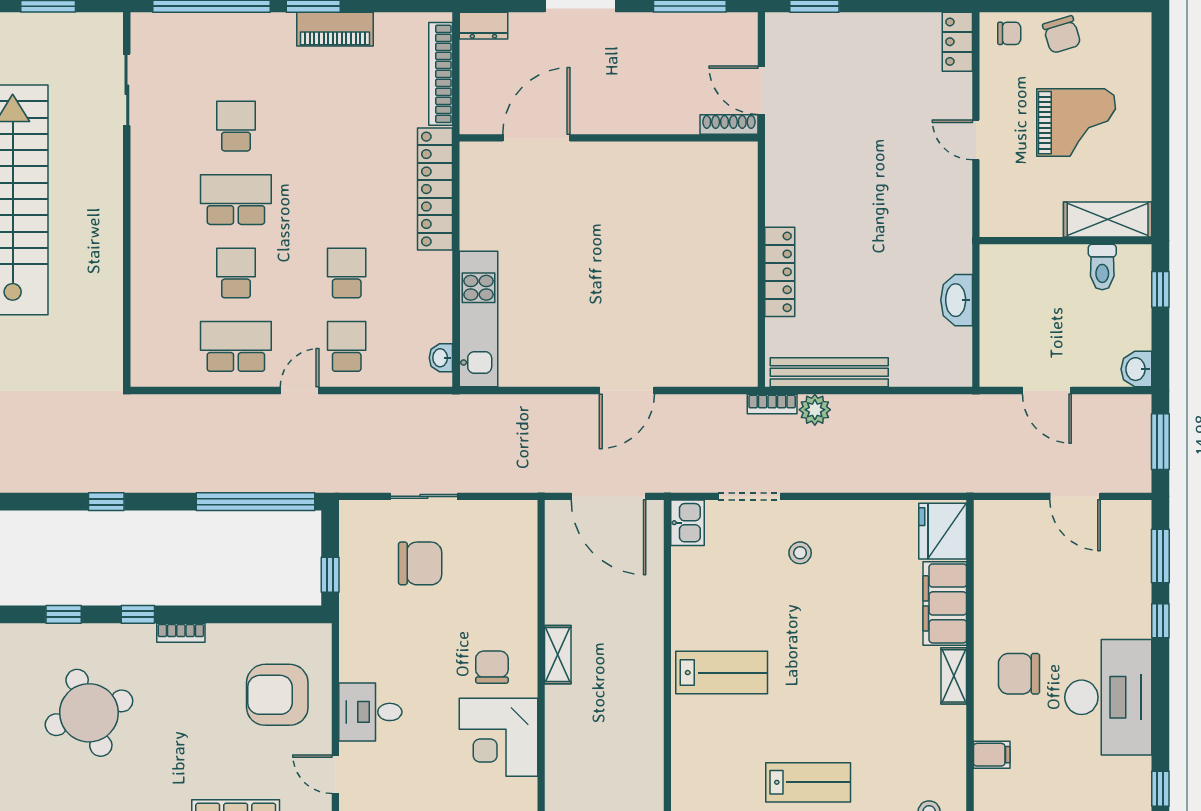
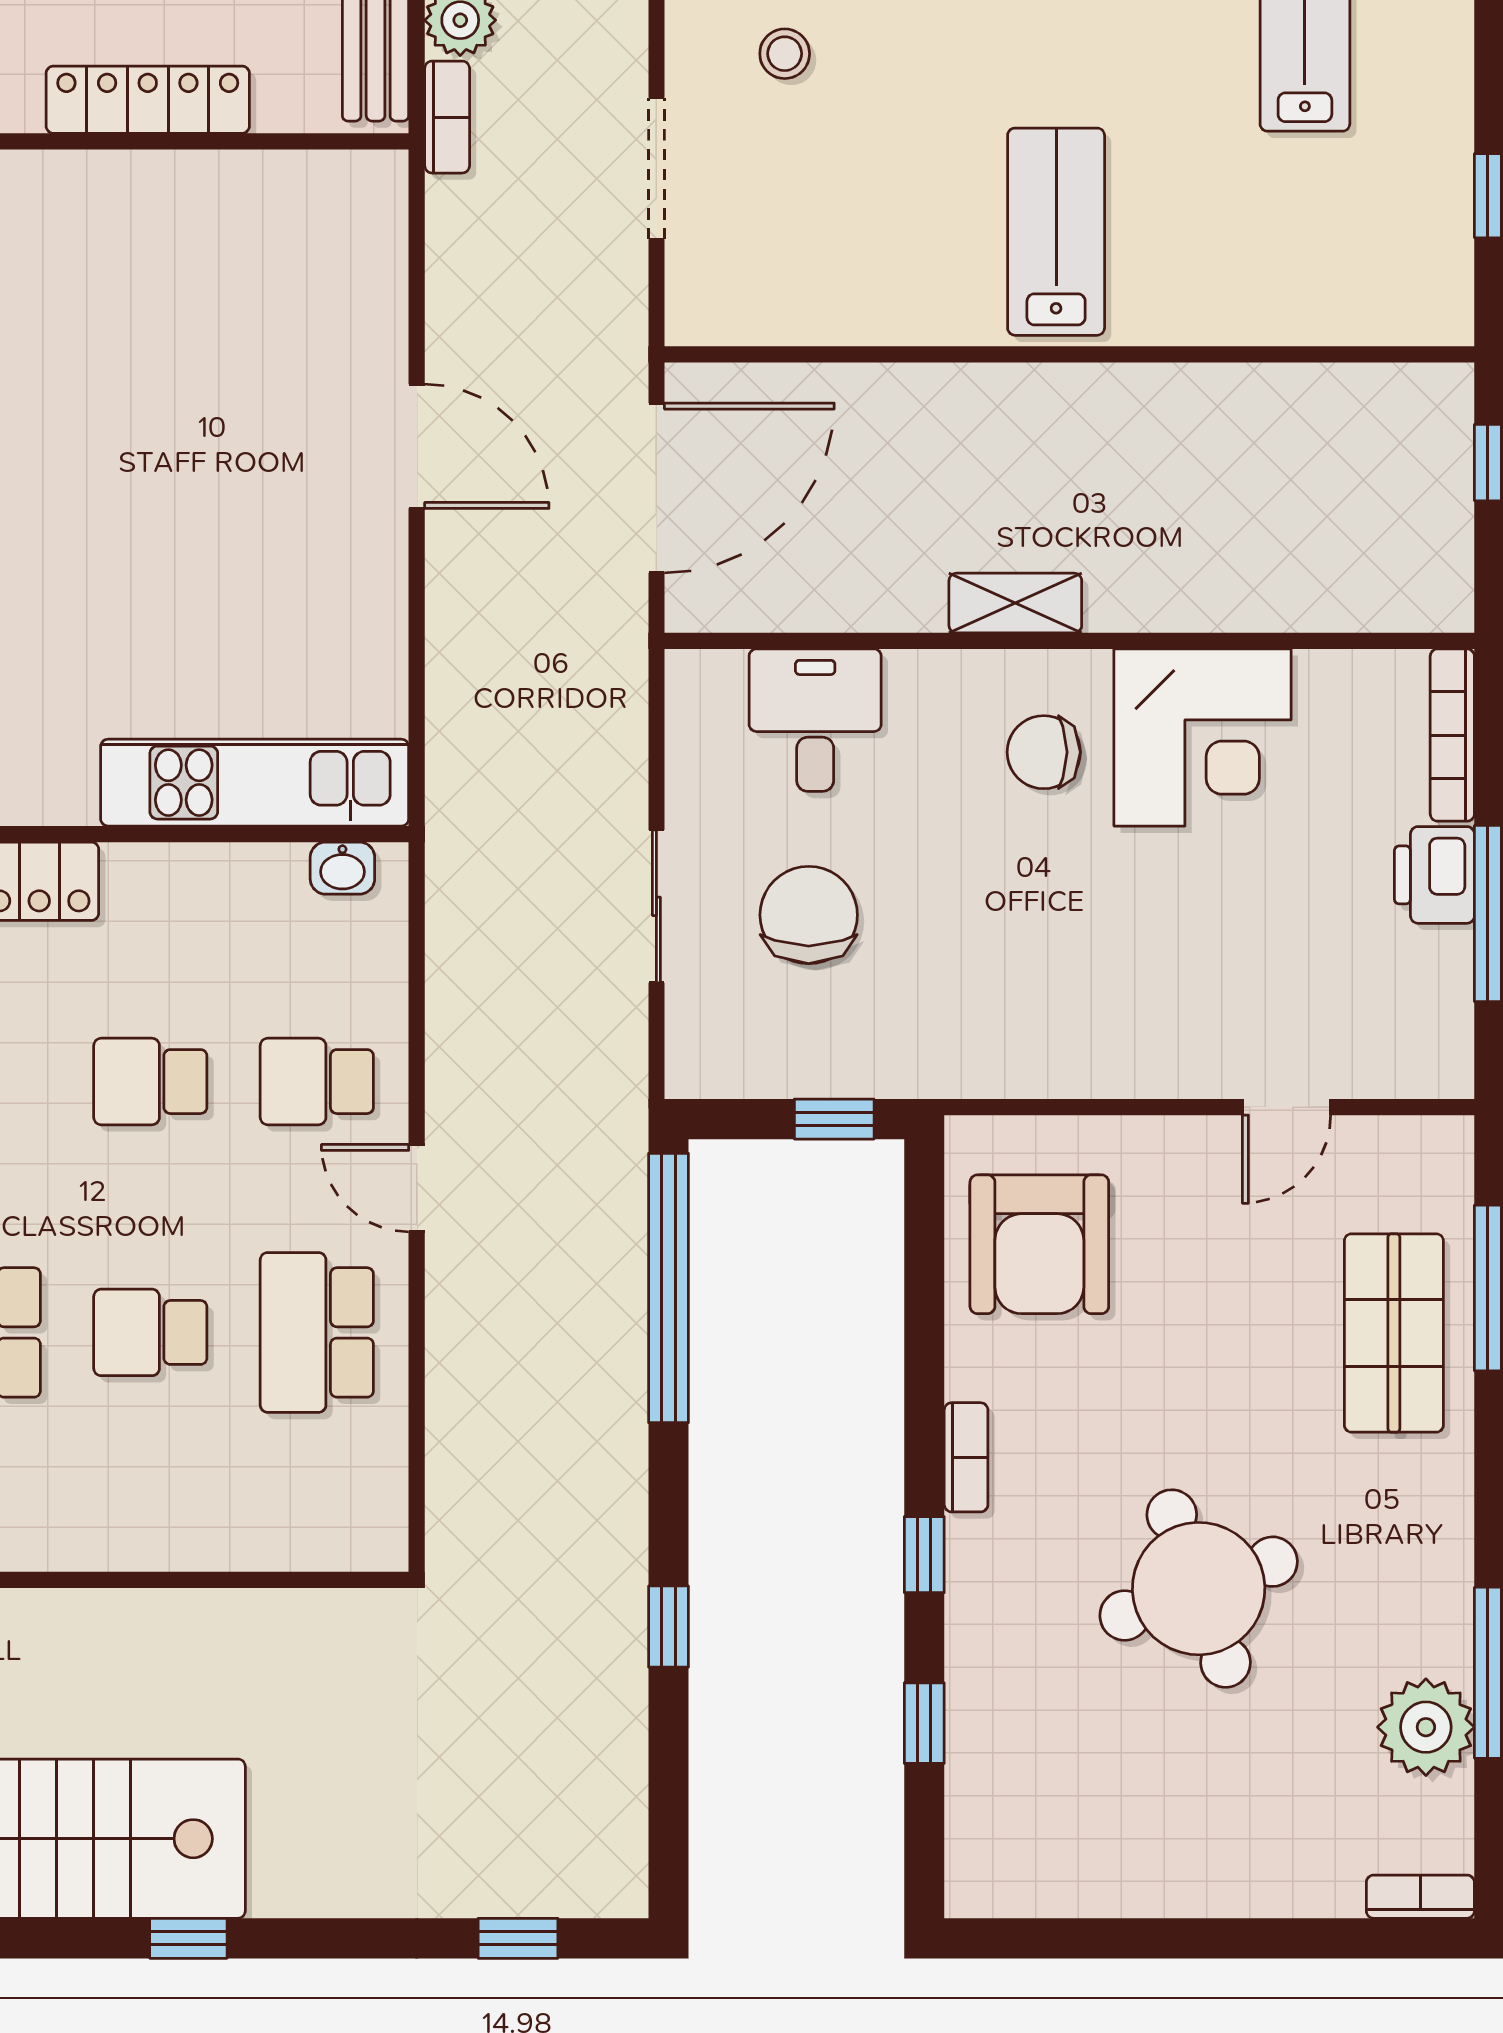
kitchen sink: (687, 523) -> (716, 309), removed
armchair: (277, 695) -> (1039, 1244), moved
desk: (370, 712) -> (815, 720), moved, turned 180
round table: (89, 713) -> (1199, 1589), moved

